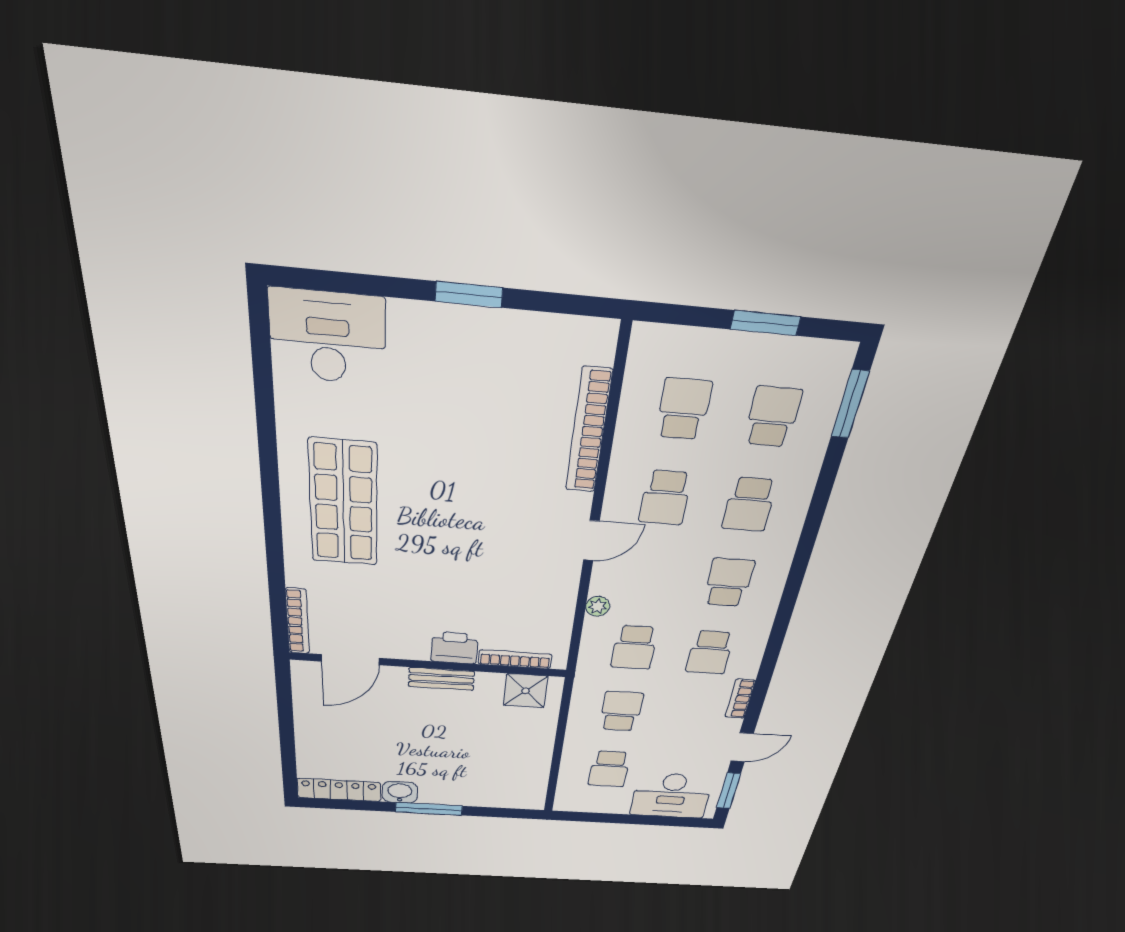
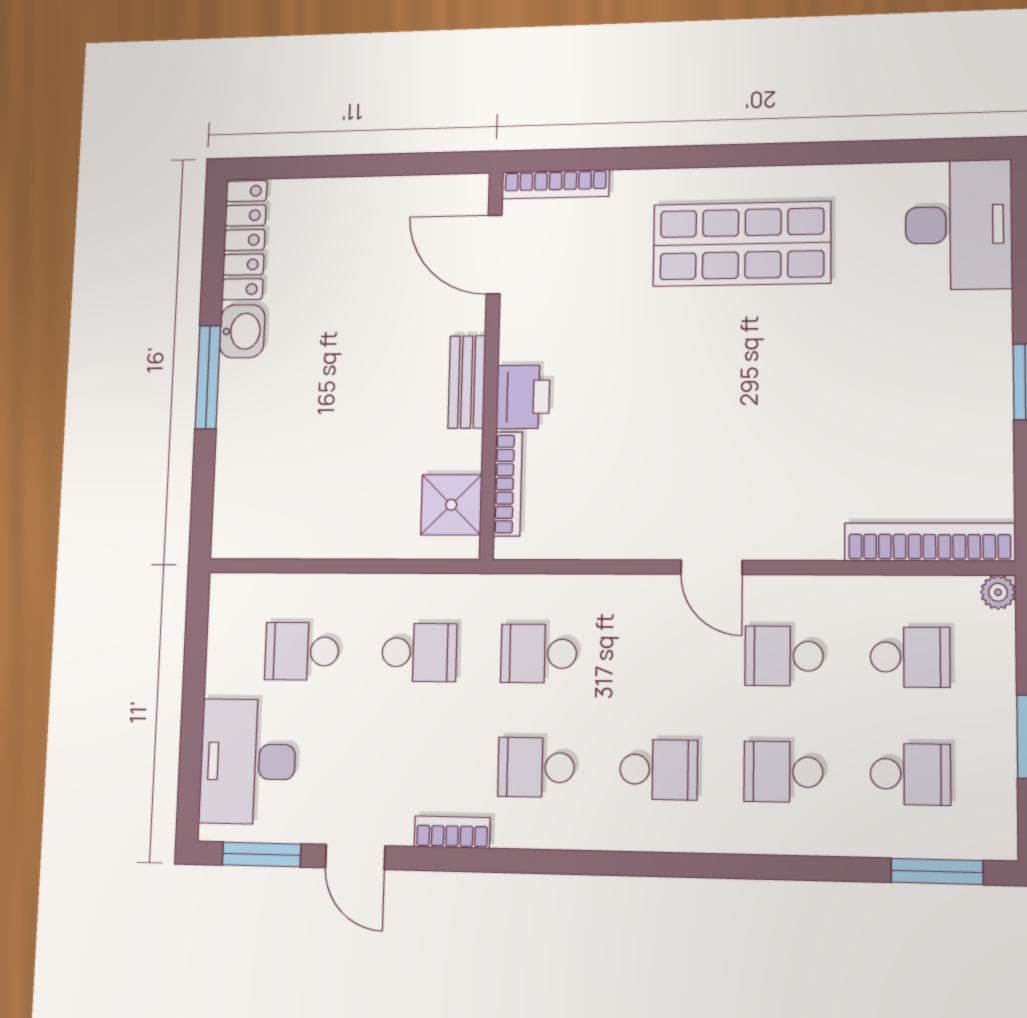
bookcase: (589, 431) -> (929, 542), moved
plant: (598, 606) -> (998, 592), moved

